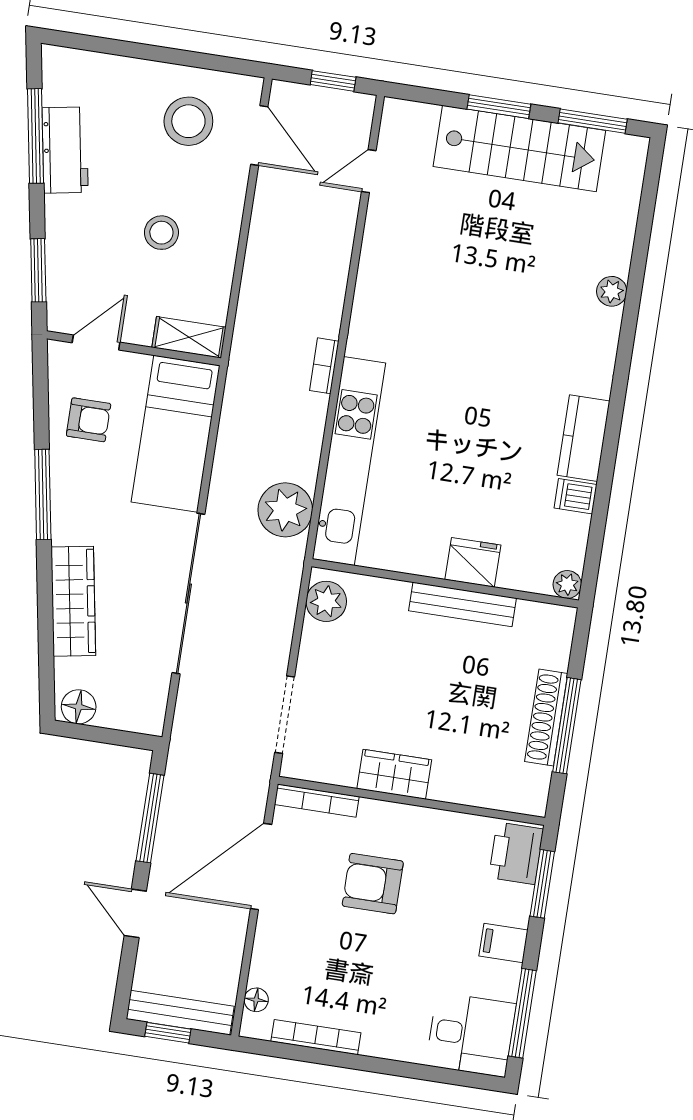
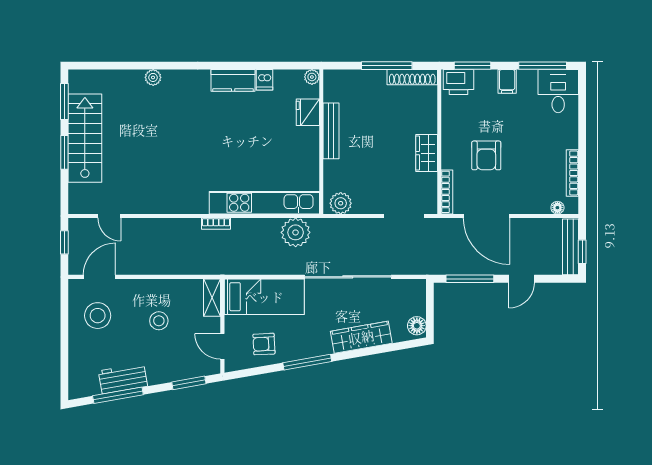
armchair: (89, 420) -> (264, 344), turned -93
fridge: (473, 562) -> (308, 112), moved
shoe rack: (546, 718) -> (412, 77), moved

